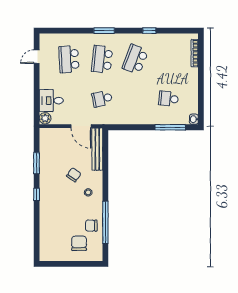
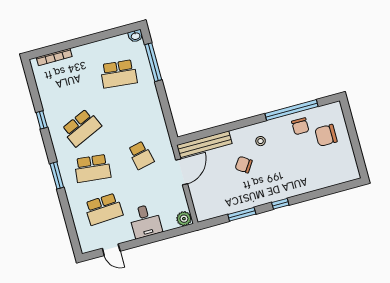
school desk: (135, 59) -> (81, 128), turned -45
school desk: (168, 99) -> (119, 74), width x1.85
desk: (51, 101) -> (145, 221), moved

